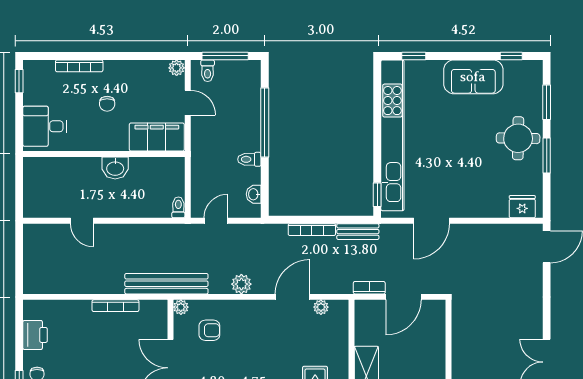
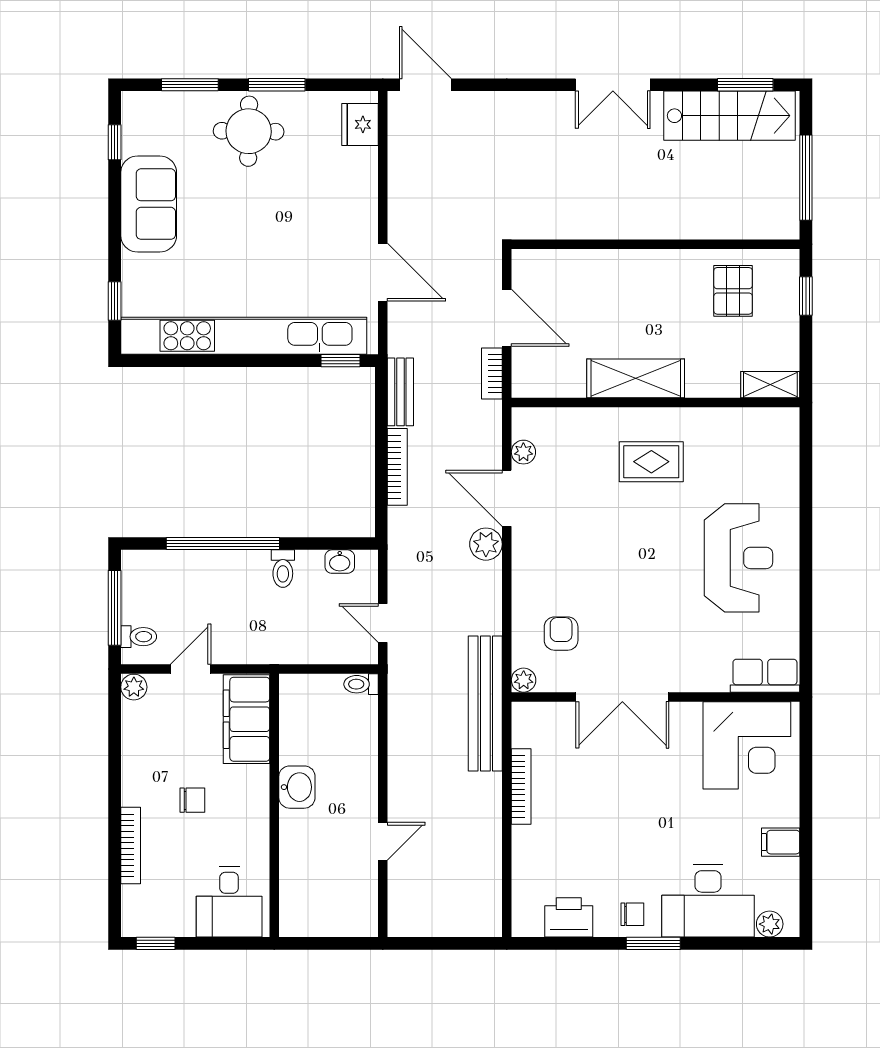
plant: (241, 284) -> (486, 544), moved

